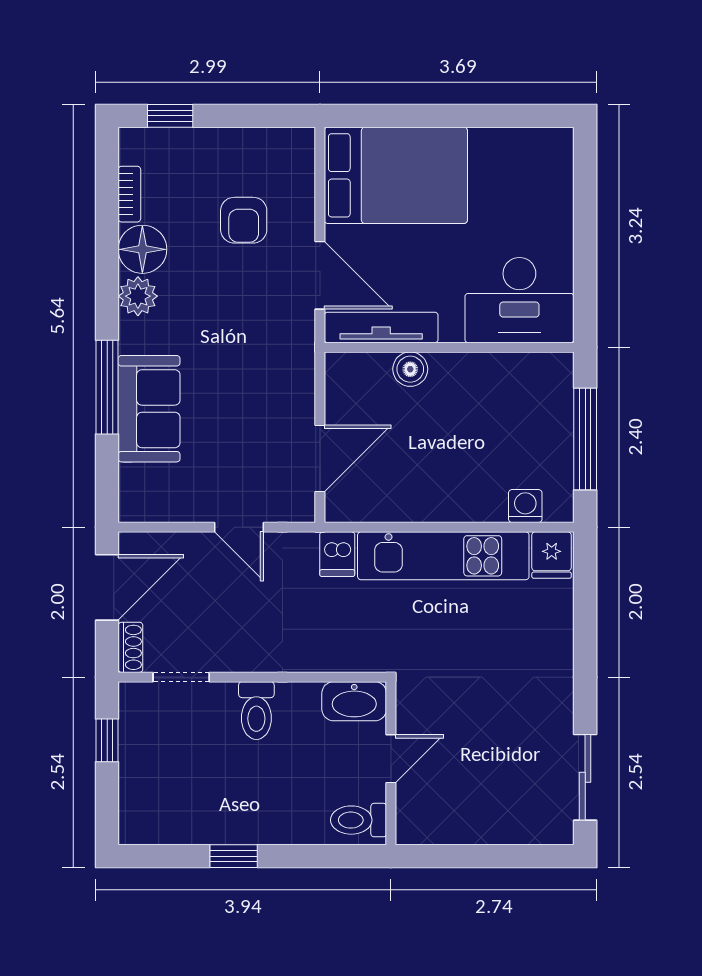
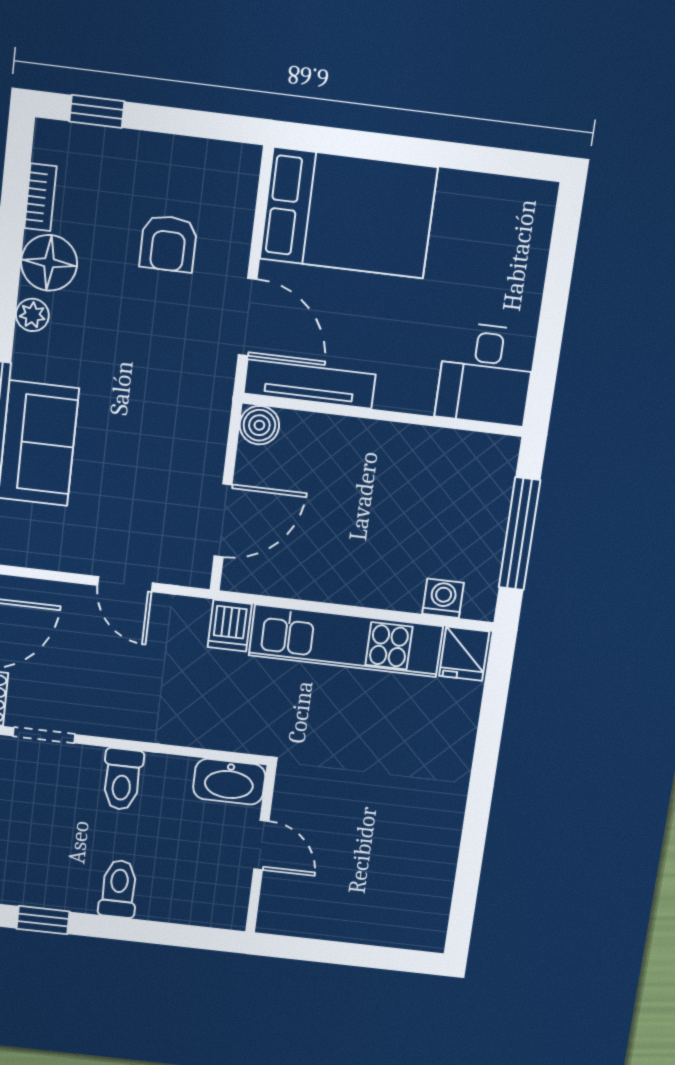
plant: (138, 296) -> (32, 315), width x0.73, depth x0.73
desk: (519, 300) -> (486, 374), width x0.73
boiler: (410, 369) -> (259, 425), moved
door: (391, 759) -> (261, 845), hinge flipped
sliding door: (585, 777) -> (466, 887), removed
toilet: (359, 820) -> (119, 889), moved, turned 90
window: (234, 856) -> (43, 920), moved

